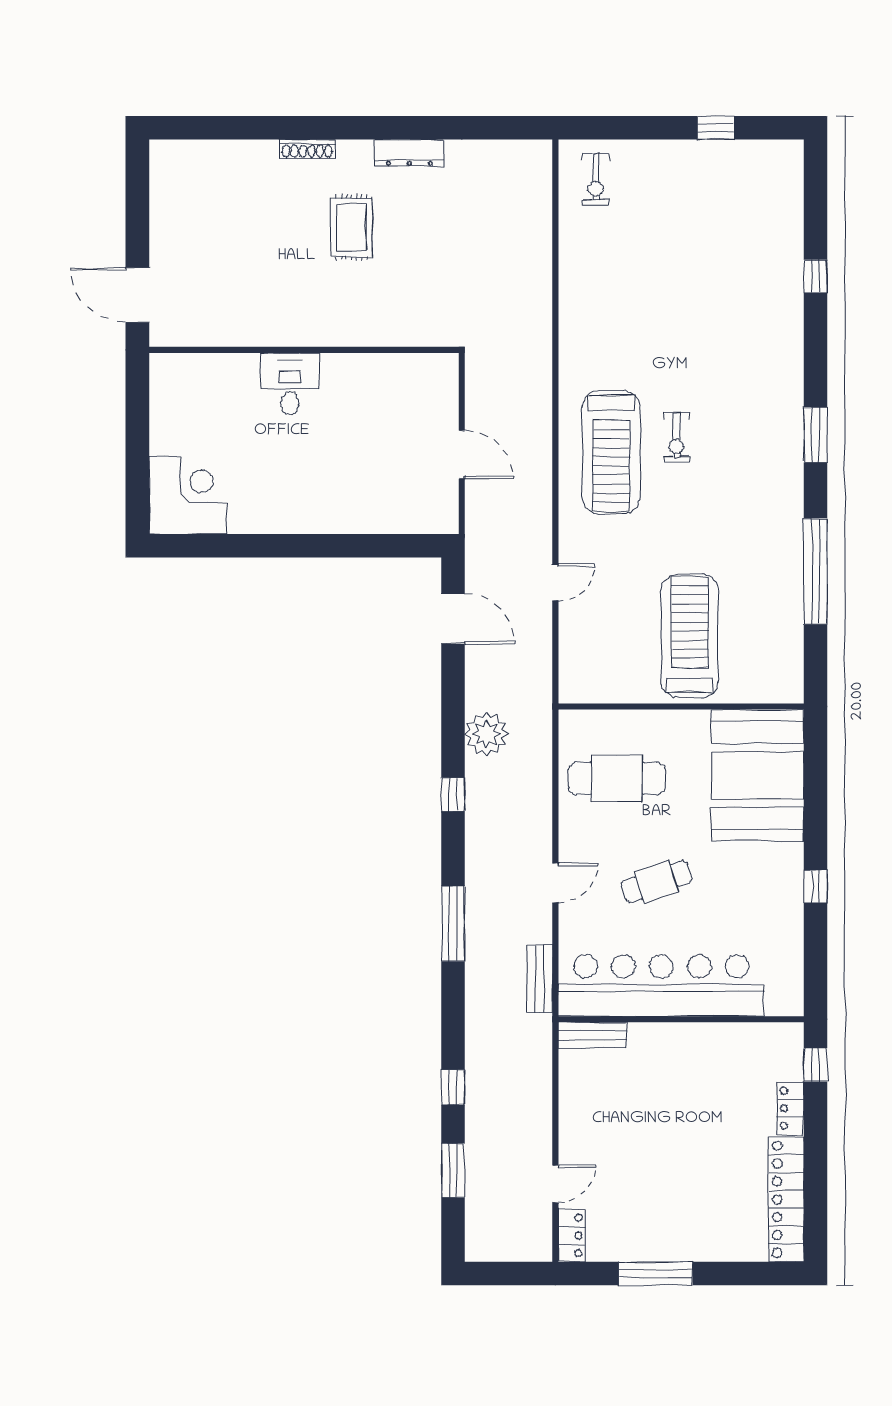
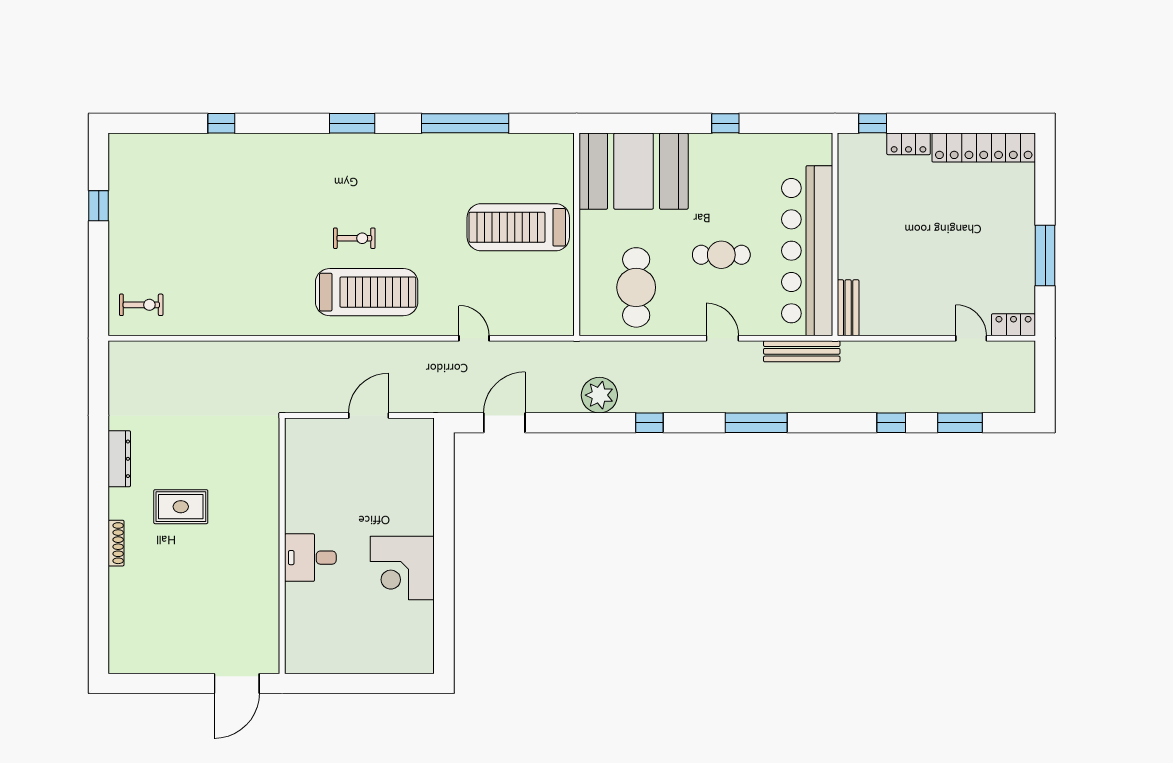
corner desk: (188, 495) -> (402, 568), moved, turned -90
cafe table: (656, 882) -> (721, 255), turned -71
bench: (540, 979) -> (802, 351), width x1.36

